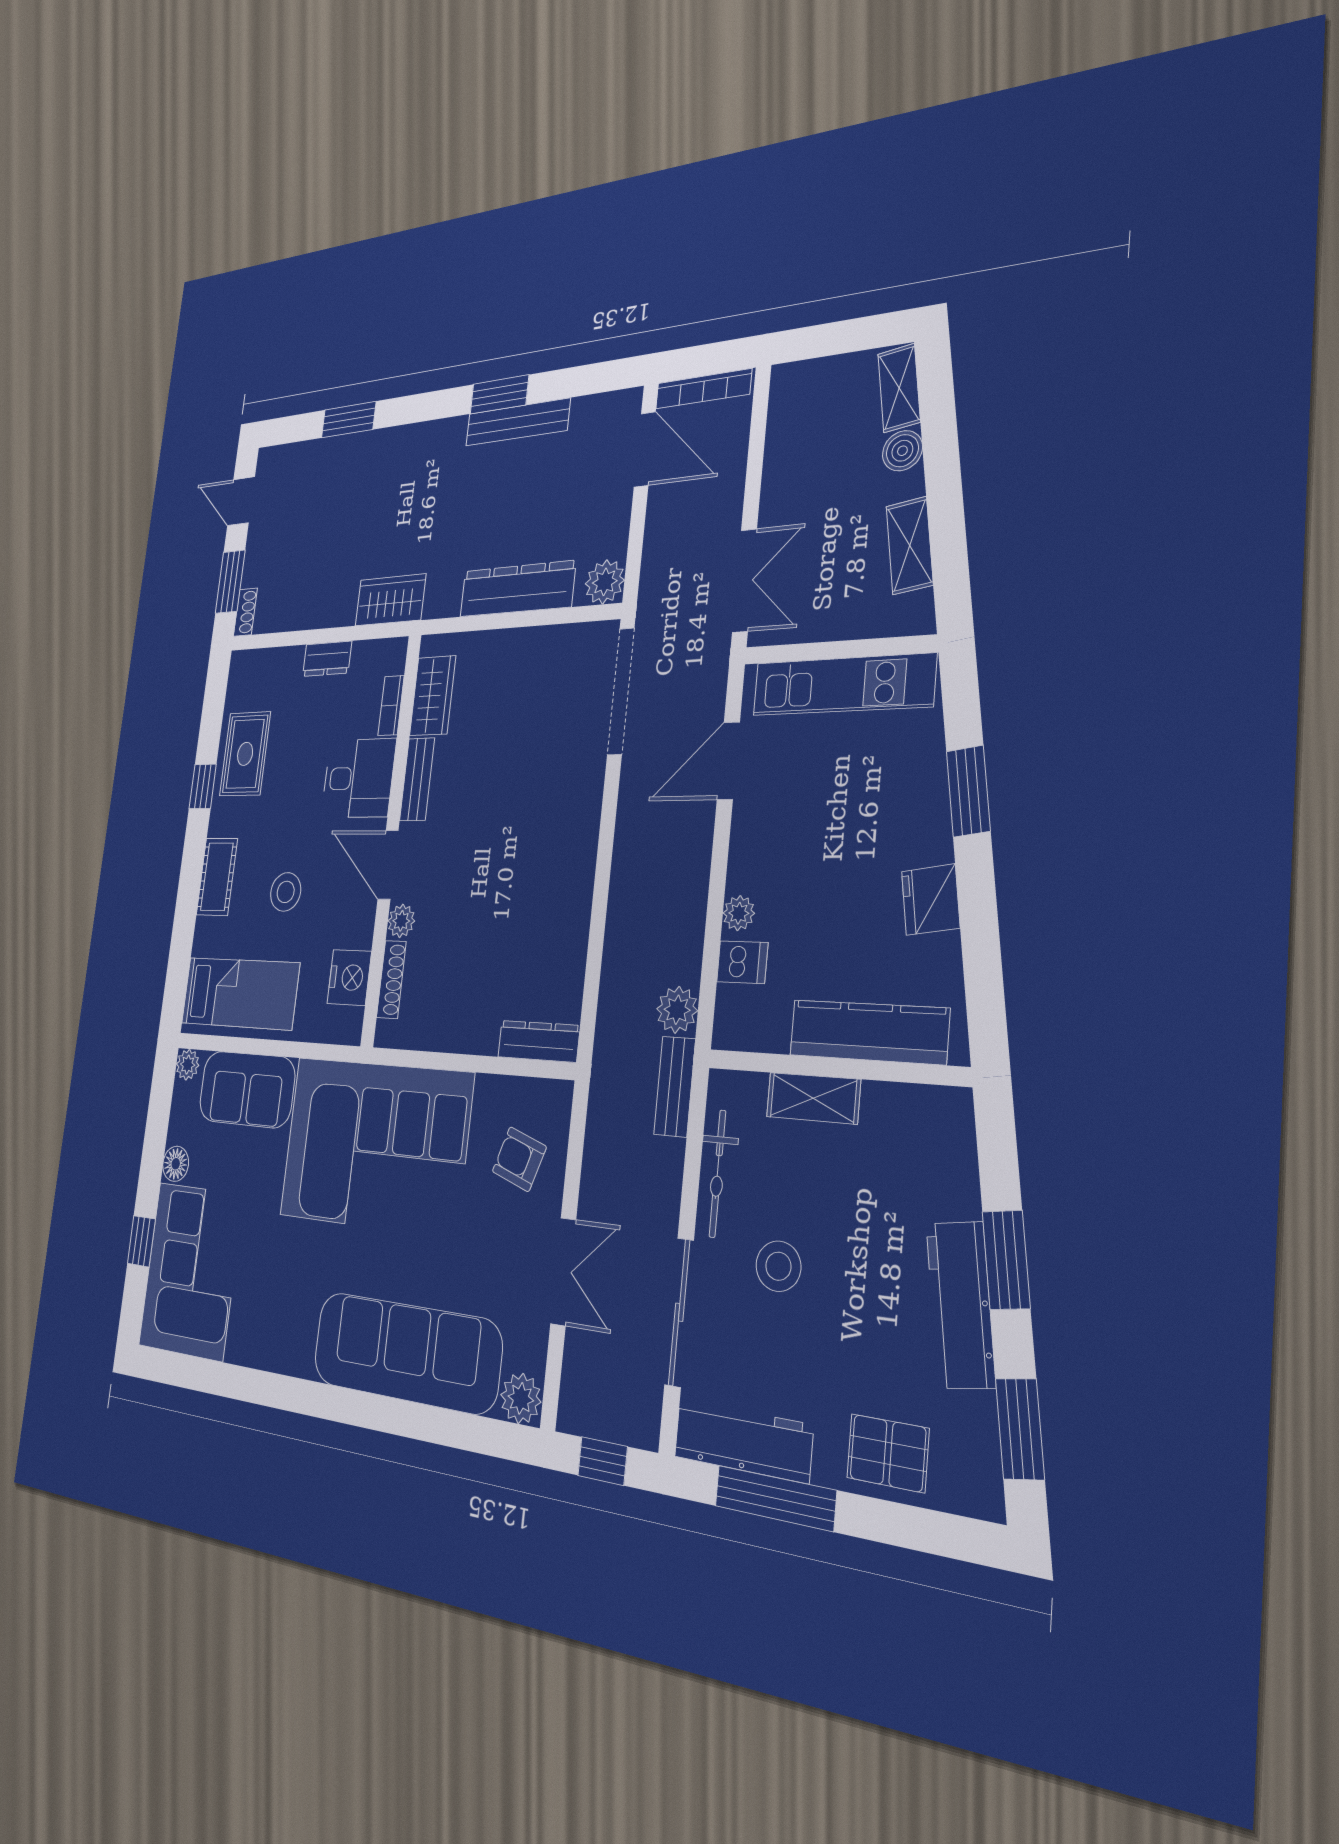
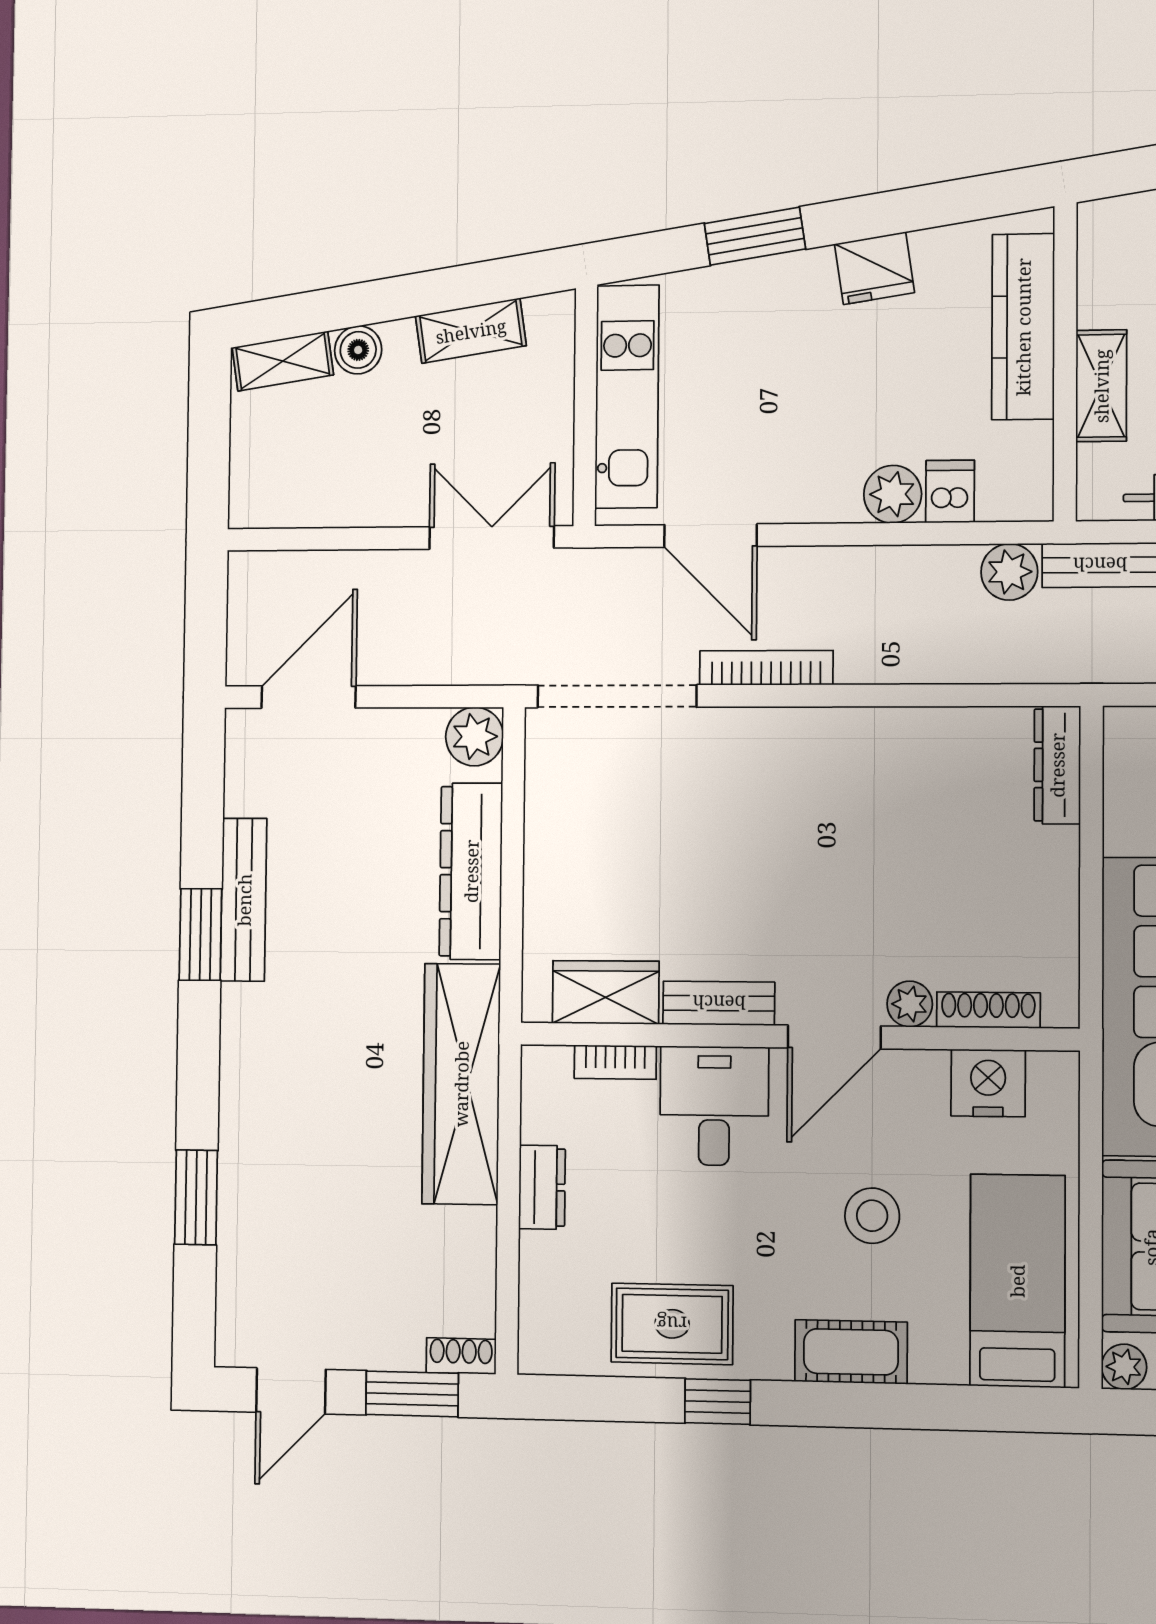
bookcase: (703, 389) -> (766, 668), moved, turned -90
wardrobe: (390, 600) -> (461, 1084), width x2.10, depth x1.17
plant: (739, 913) -> (893, 494), width x1.38, depth x1.38

